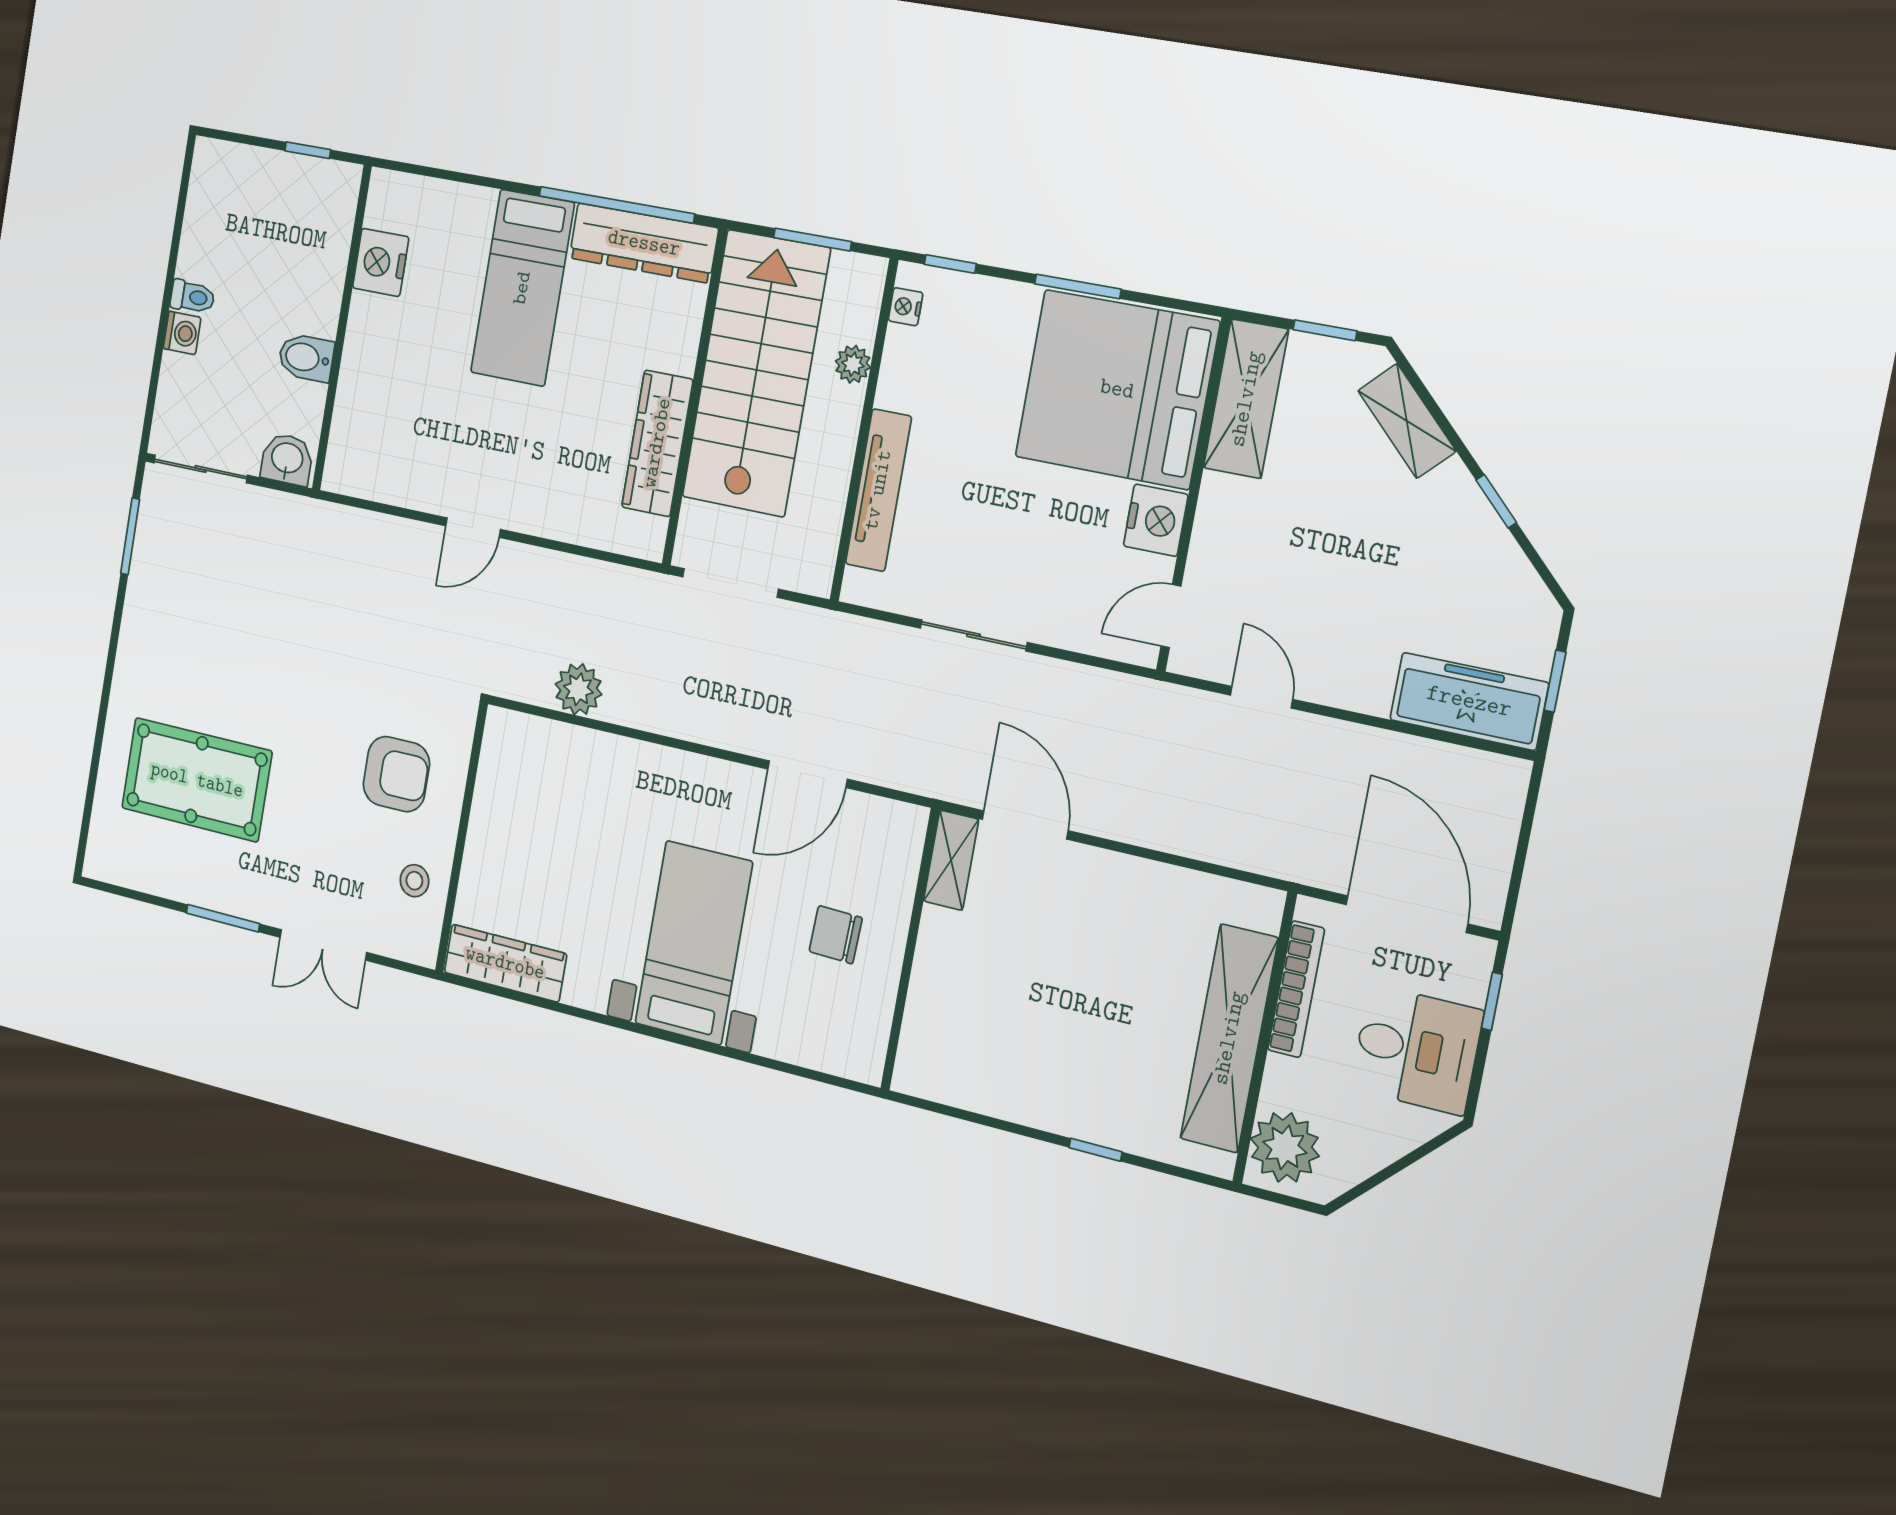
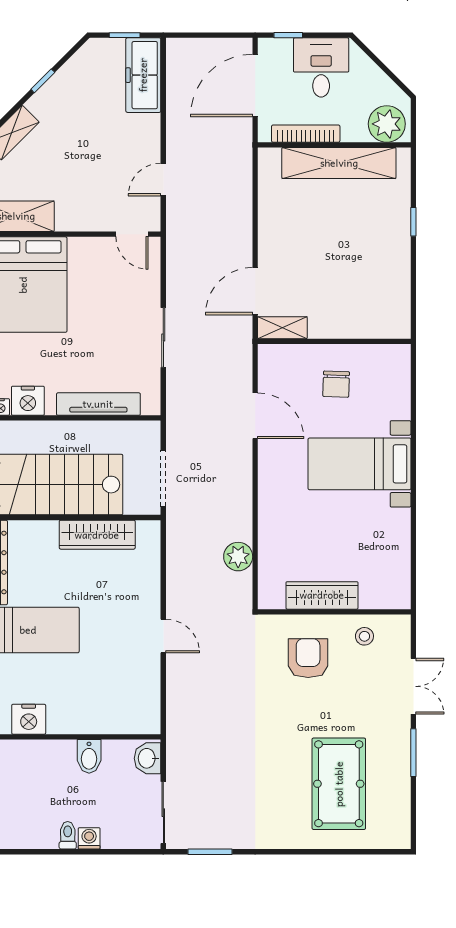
plant: (853, 364) -> (35, 431), removed
nightstand: (1156, 520) -> (28, 401), moved, turned 180
wardrobe: (505, 963) -> (322, 595), moved, turned 90

